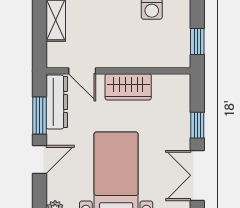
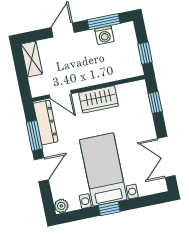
window: (197, 125) -> (155, 102), moved

